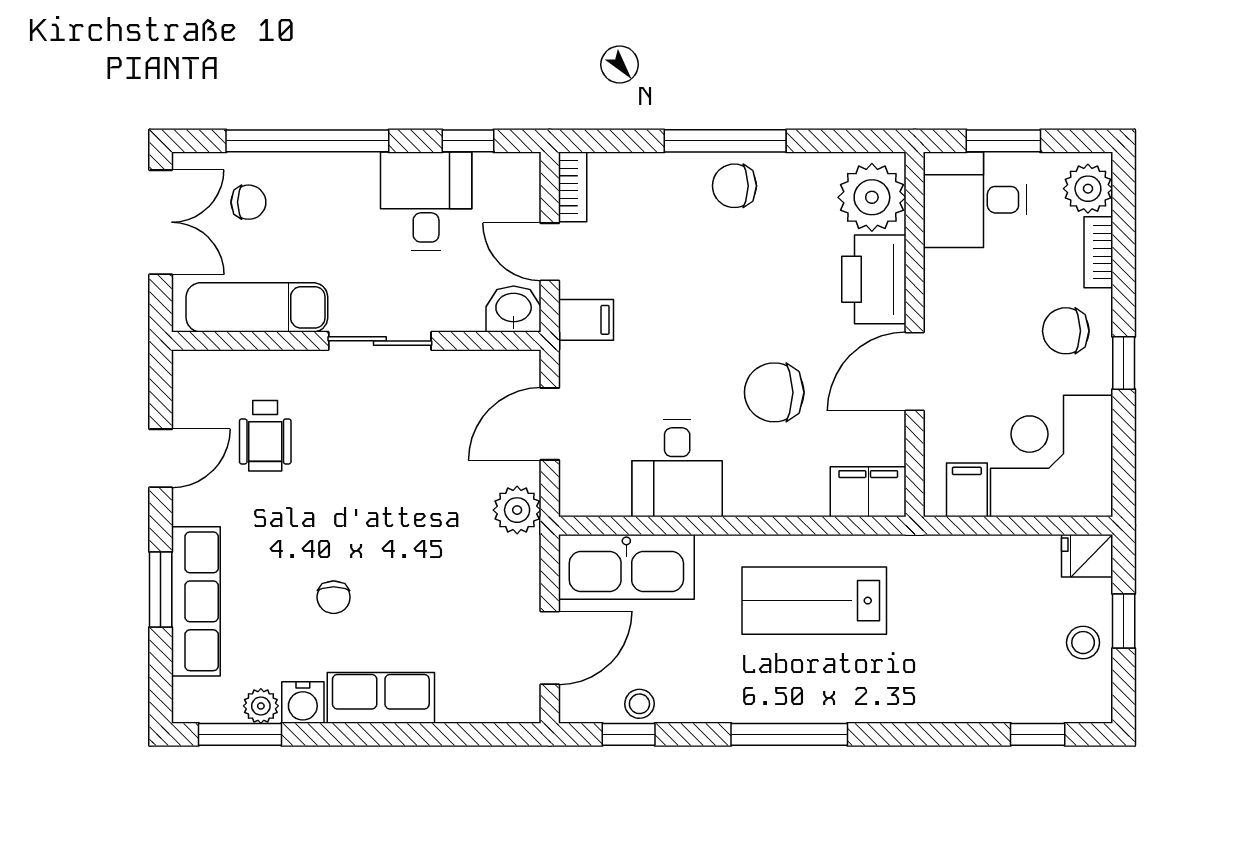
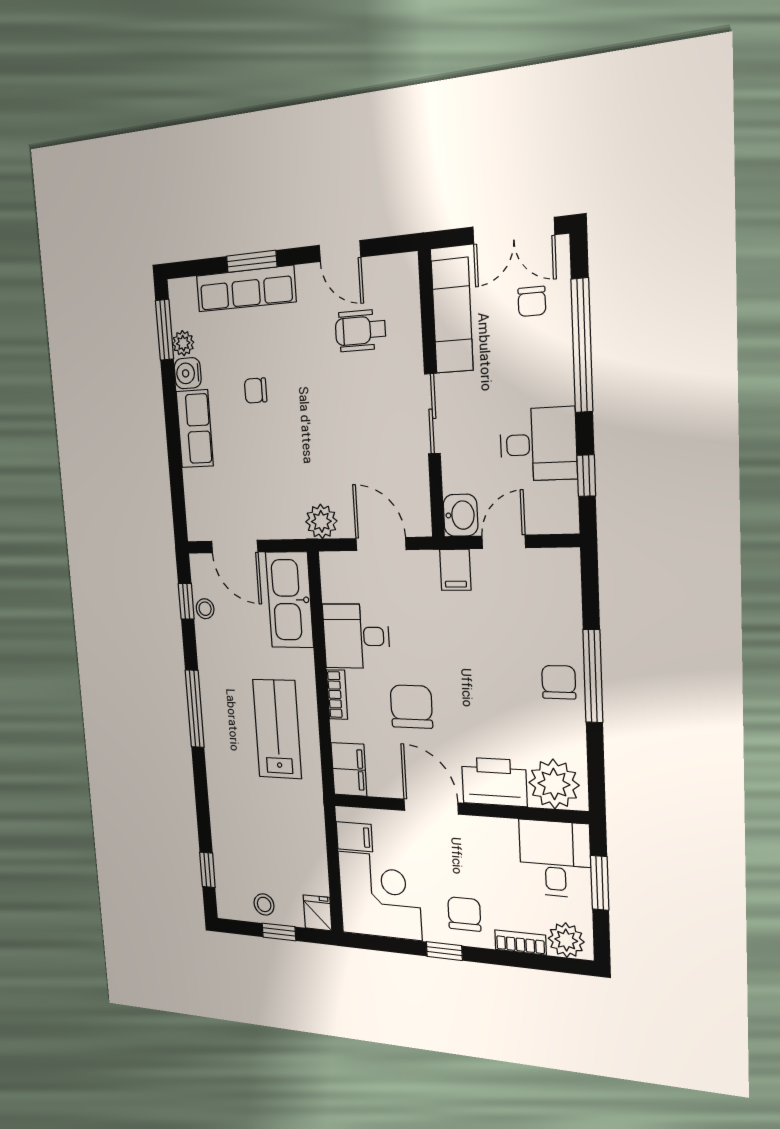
bookcase: (573, 187) -> (337, 695), moved, turned -90

